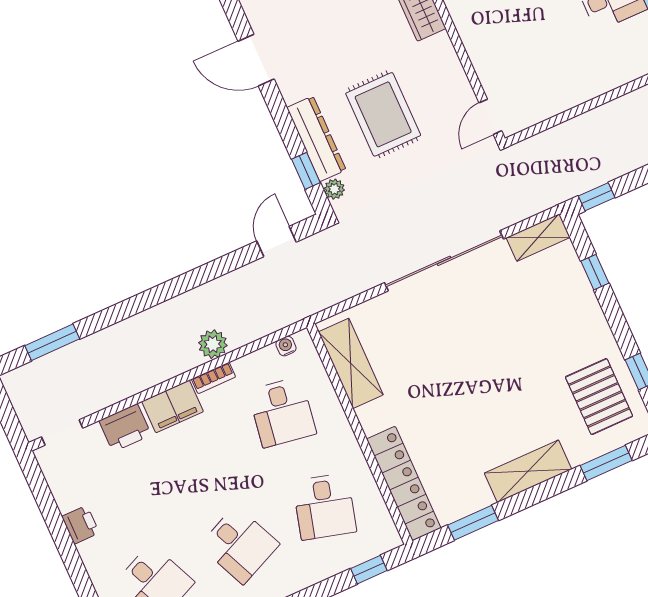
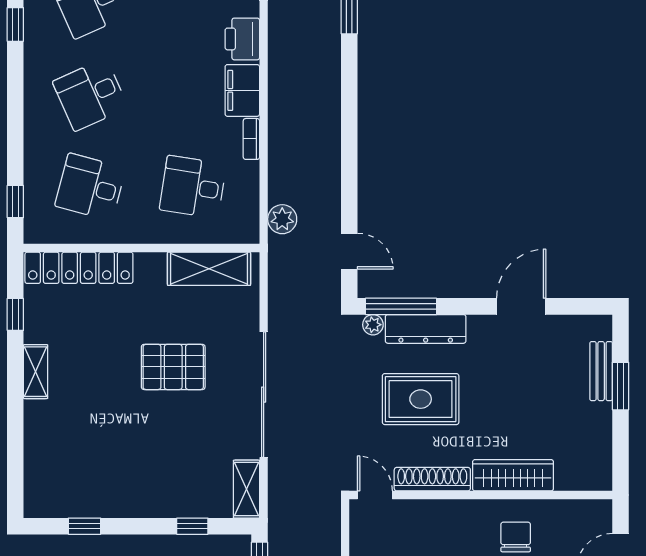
shoe rack: (452, 70) -> (432, 479), added
window: (306, 171) -> (401, 306), width x2.17
plant: (213, 344) -> (282, 219), moved
water cooler: (286, 346) -> (251, 217), removed
pallet: (599, 397) -> (173, 367), moved
window: (606, 463) -> (15, 459), removed
shelving: (528, 471) -> (36, 372), width x0.67, depth x0.75
window: (473, 523) -> (15, 314), width x0.67

